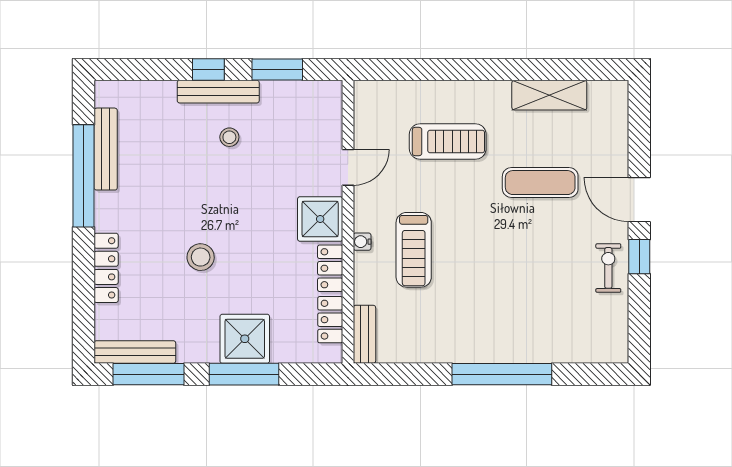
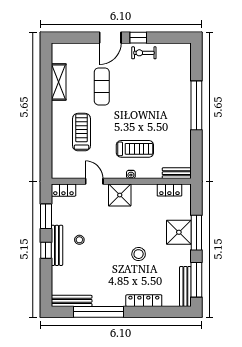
bench: (106, 149) -> (72, 301), moved
locker: (330, 268) -> (63, 190), moved

